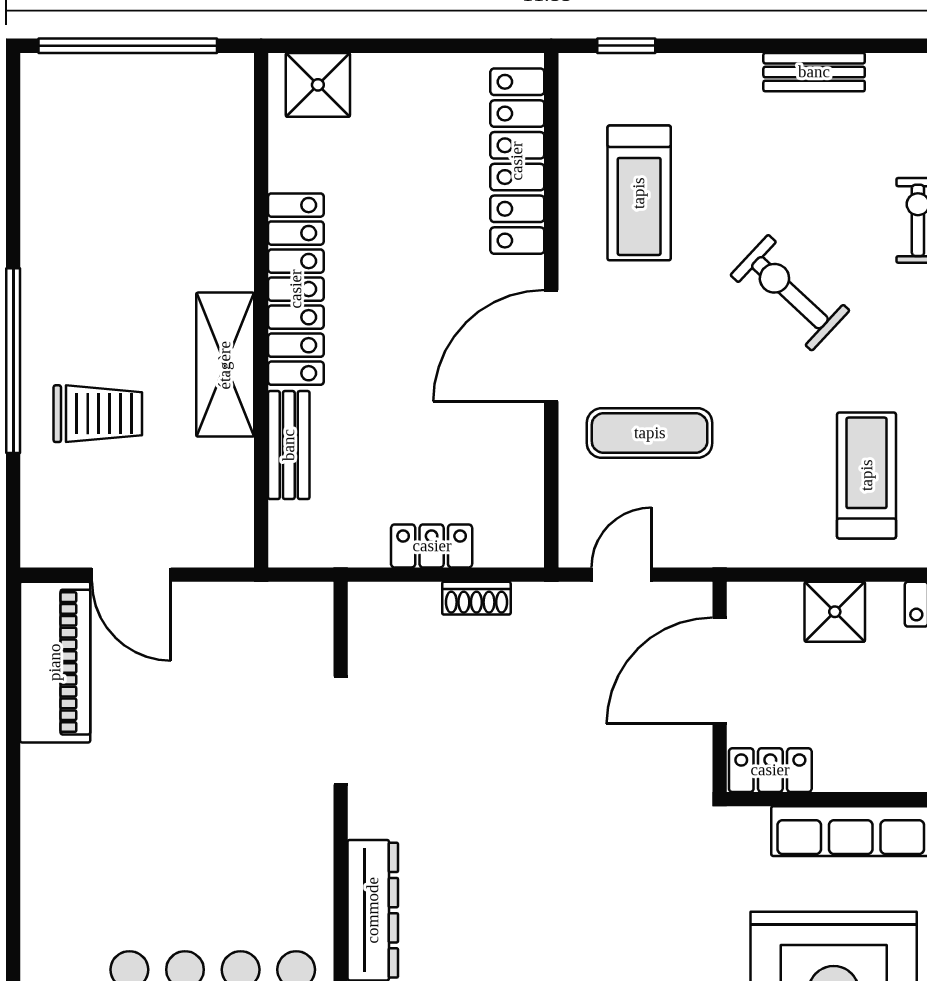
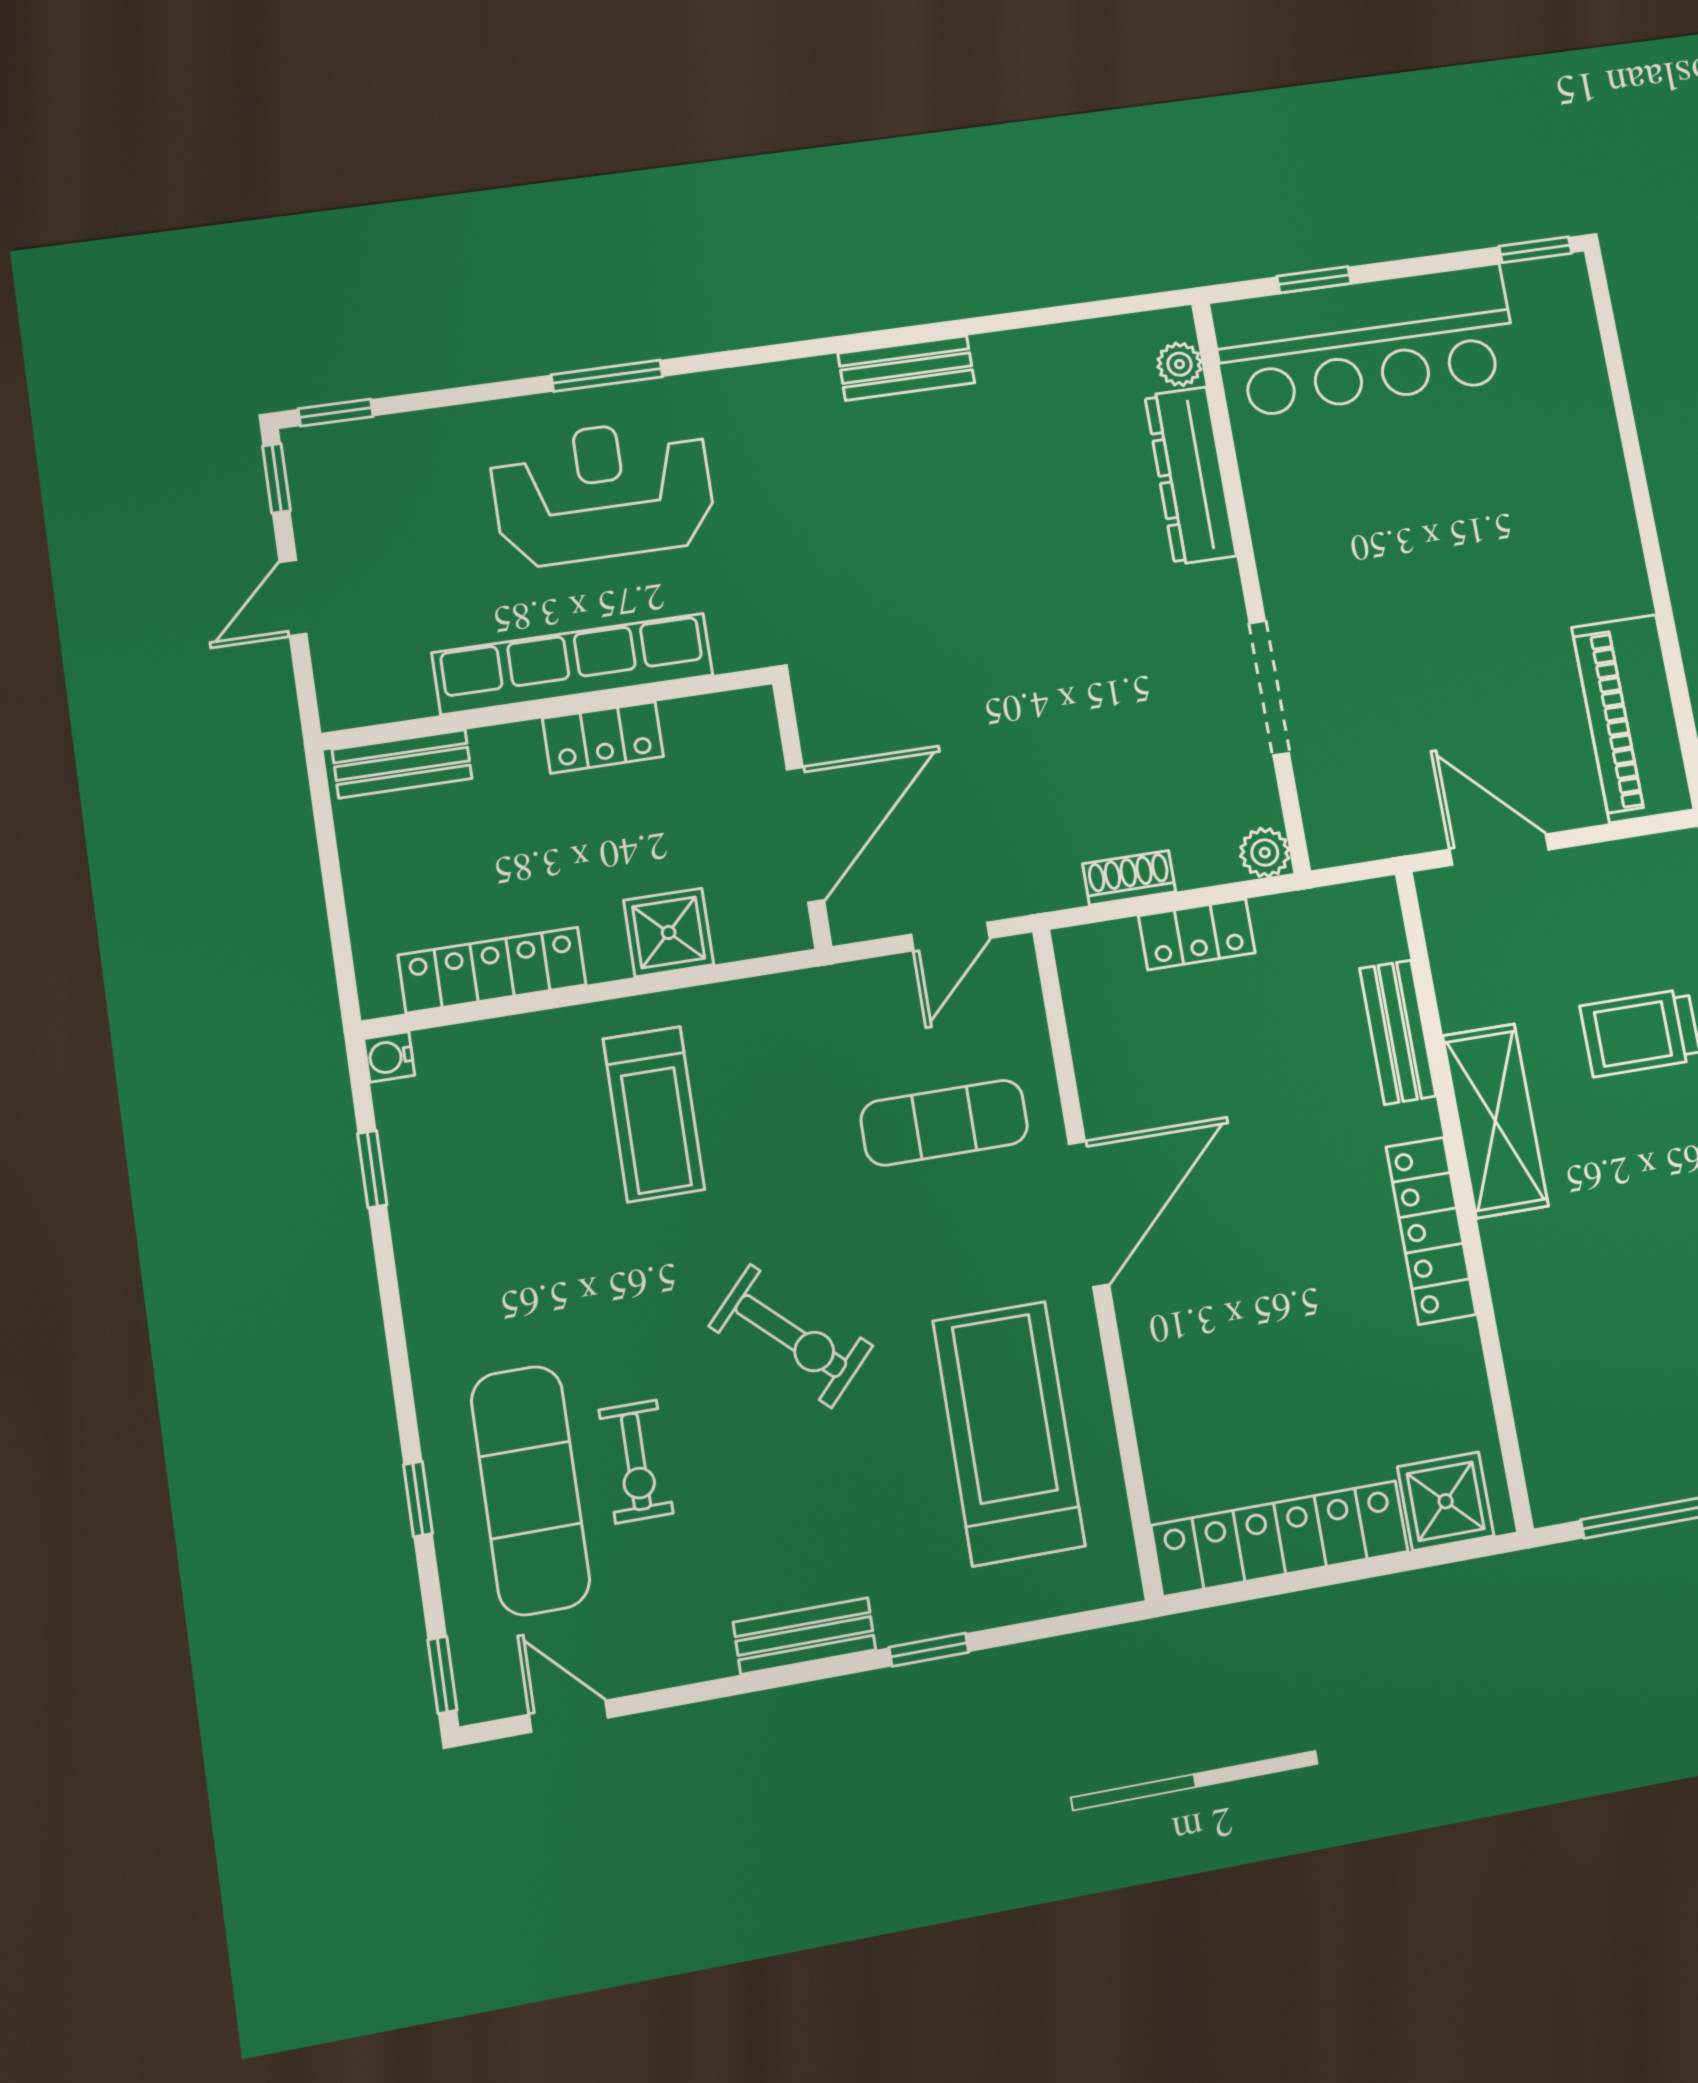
window: (626, 46) -> (929, 1650), moved
locker: (517, 161) -> (1280, 1538), moved, turned -90
treadmill: (639, 193) -> (1009, 1433), width x1.37, depth x1.38
locker: (296, 289) -> (1431, 1231), width x0.71, depth x0.83
door: (131, 575) -> (1499, 850), moved
plant: (367, 601) -> (1265, 853), added
locker: (770, 770) -> (603, 737), moved

